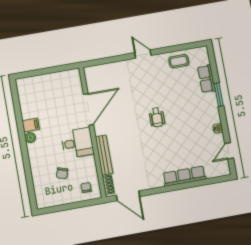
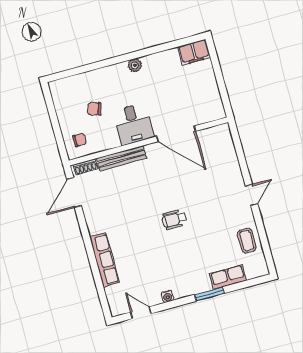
filing cabinet: (31, 125) -> (194, 52), moved, width x2.00

